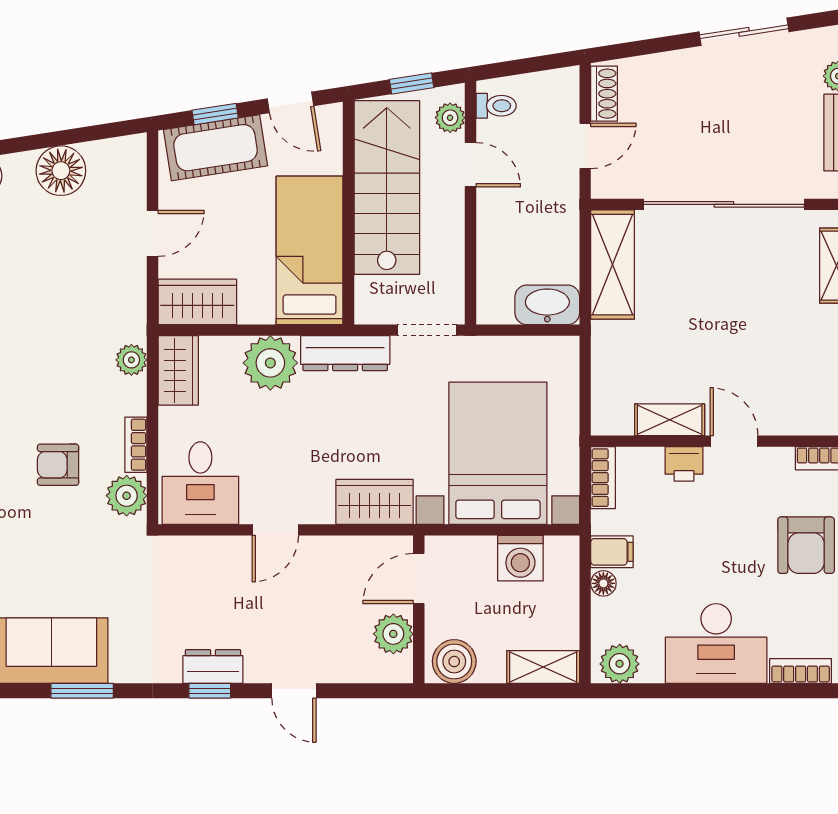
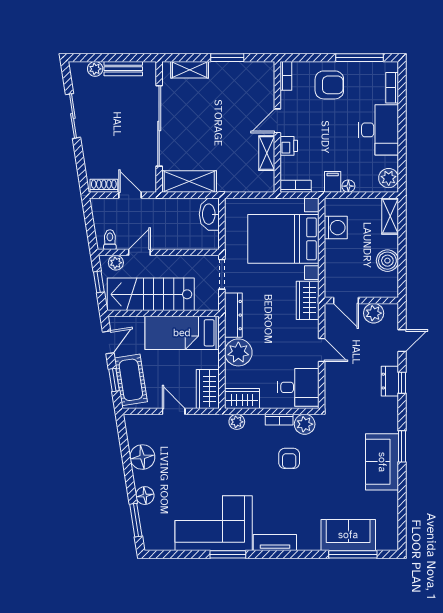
door: (419, 579) -> (346, 300), moved
wall: (419, 609) -> (361, 300), moved
plant: (393, 634) -> (374, 313), moved

